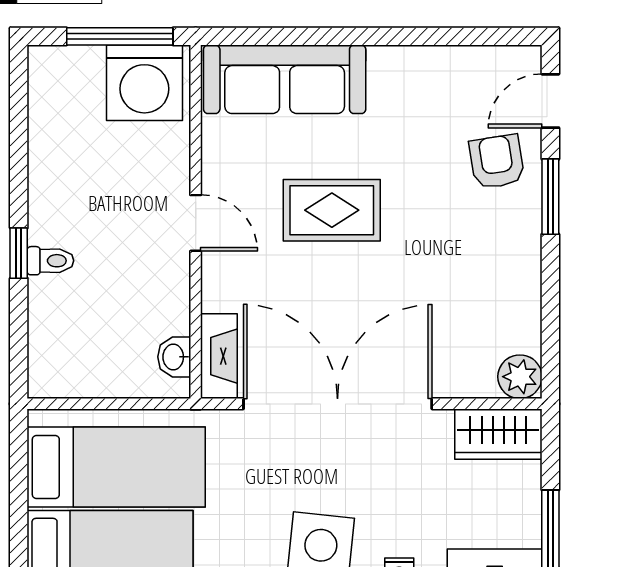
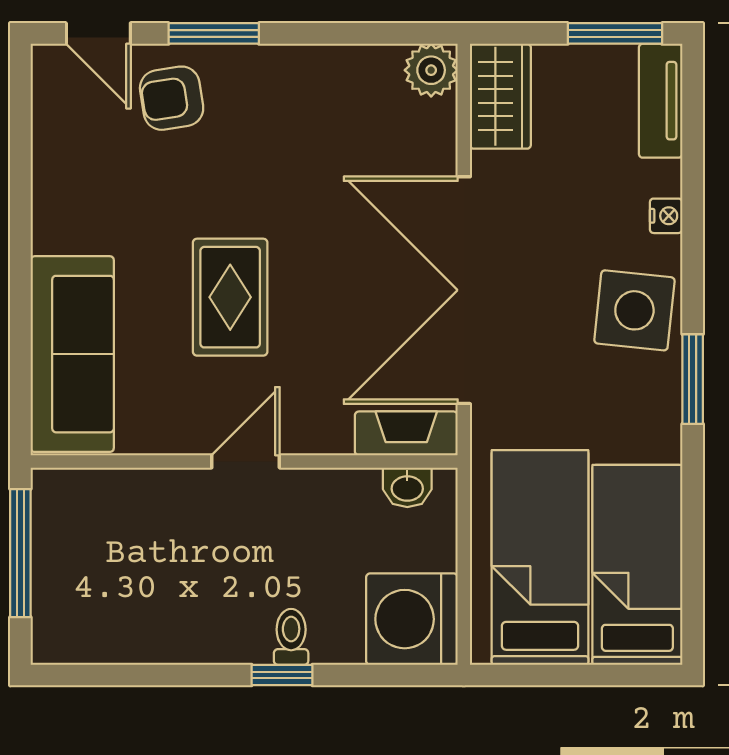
washing machine: (144, 83) -> (412, 619), moved, turned 180

